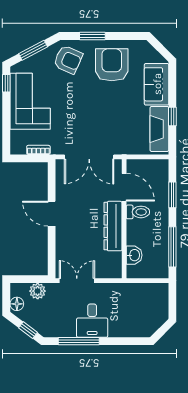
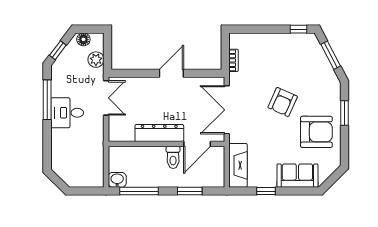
armchair: (68, 60) -> (283, 102), moved
corner sofa: (30, 101) -> (281, 52), removed
fireplace: (159, 129) -> (238, 165), moved, turned 90
washbasin: (134, 255) -> (117, 180), moved, turned 180

